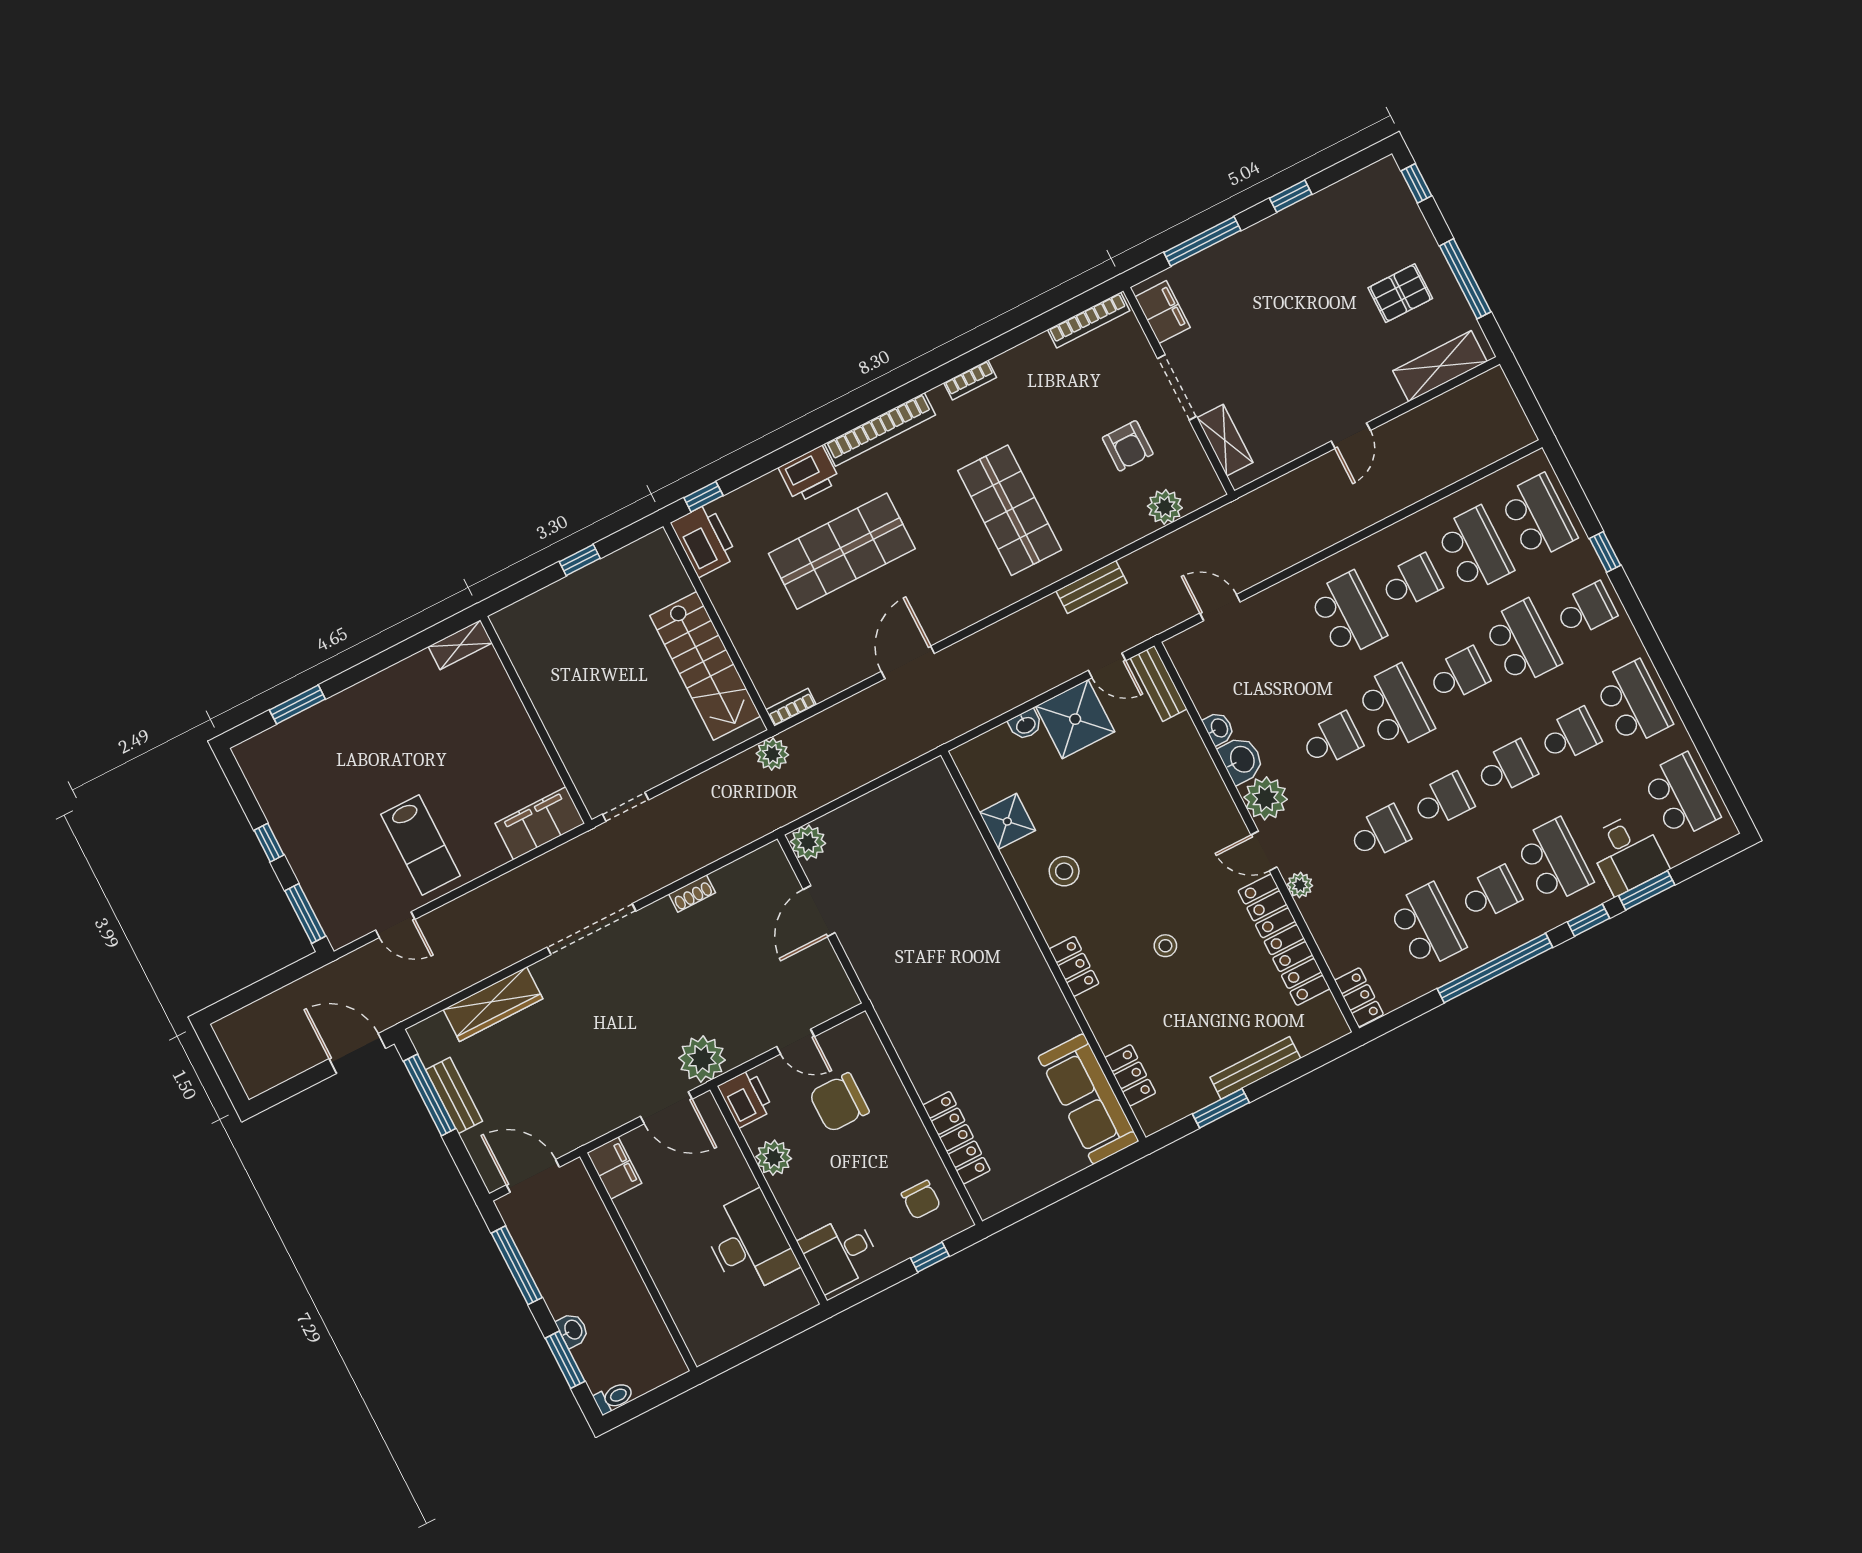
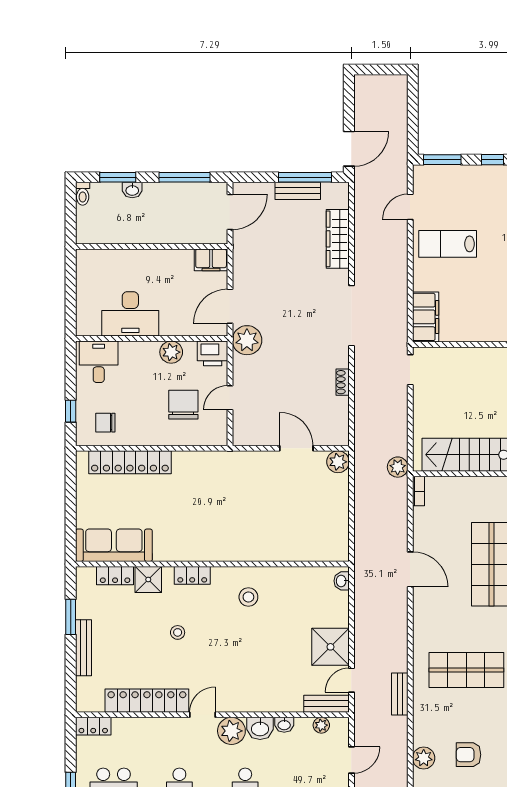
washbasin: (1025, 725) -> (342, 581), moved
shower: (1007, 821) -> (148, 579), moved
plant: (1300, 885) -> (321, 725), moved
locker: (956, 1138) -> (130, 462), width x1.41, depth x1.21

